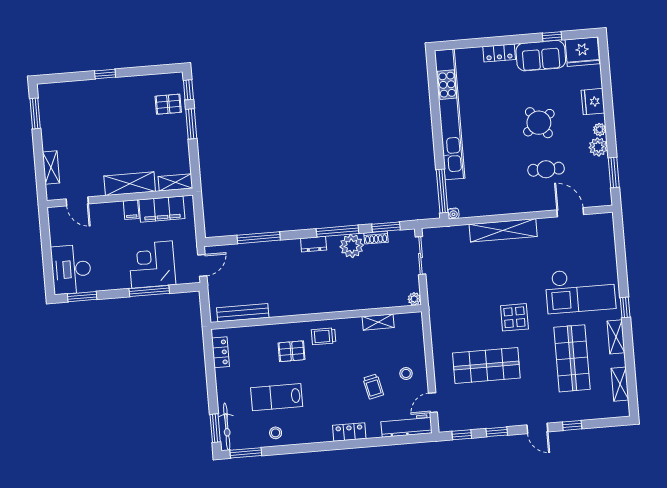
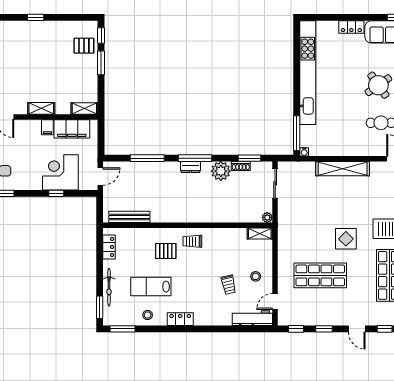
shelving: (130, 184) -> (41, 108), width x0.67, depth x0.75
window: (337, 231) -> (195, 158), moved
window: (149, 291) -> (56, 193), width x0.46
shelving: (378, 322) -> (260, 233), moved
bicycle: (227, 427) -> (109, 287), moved
locker: (349, 432) -> (180, 319), moved

